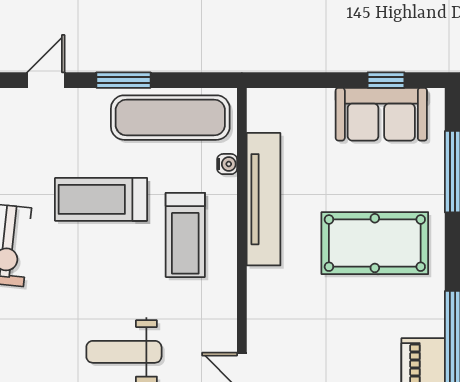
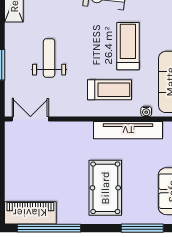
treadmill: (185, 235) -> (110, 90), turned 180

